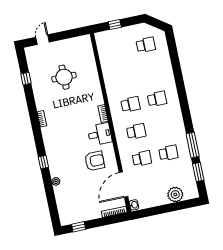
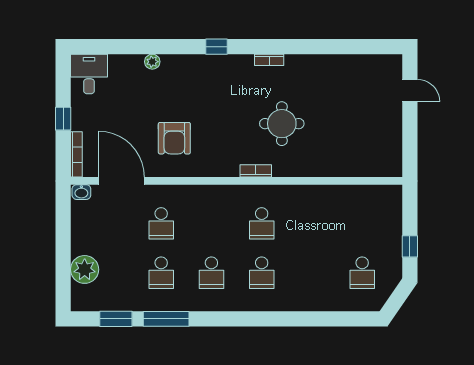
window: (115, 24) -> (410, 246), moved
round table: (64, 77) -> (282, 124), moved
window: (26, 79) -> (347, 47), removed
school desk: (136, 131) -> (211, 273), moved
desk: (100, 134) -> (89, 74), moved, turned 180
window: (43, 162) -> (216, 47), moved
window: (79, 227) -> (63, 119), moved

